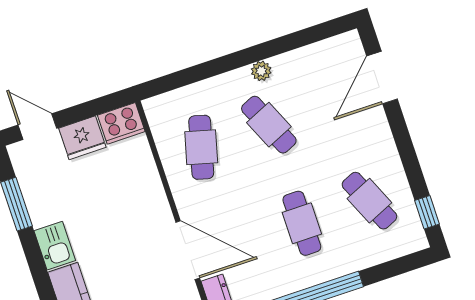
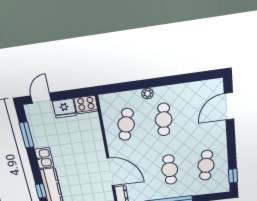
plant: (261, 71) -> (147, 94), moved
cafe table: (269, 125) -> (164, 120), turned 30
door: (37, 127) -> (41, 98), hinge flipped
cafe table: (369, 201) -> (206, 165), turned 33

